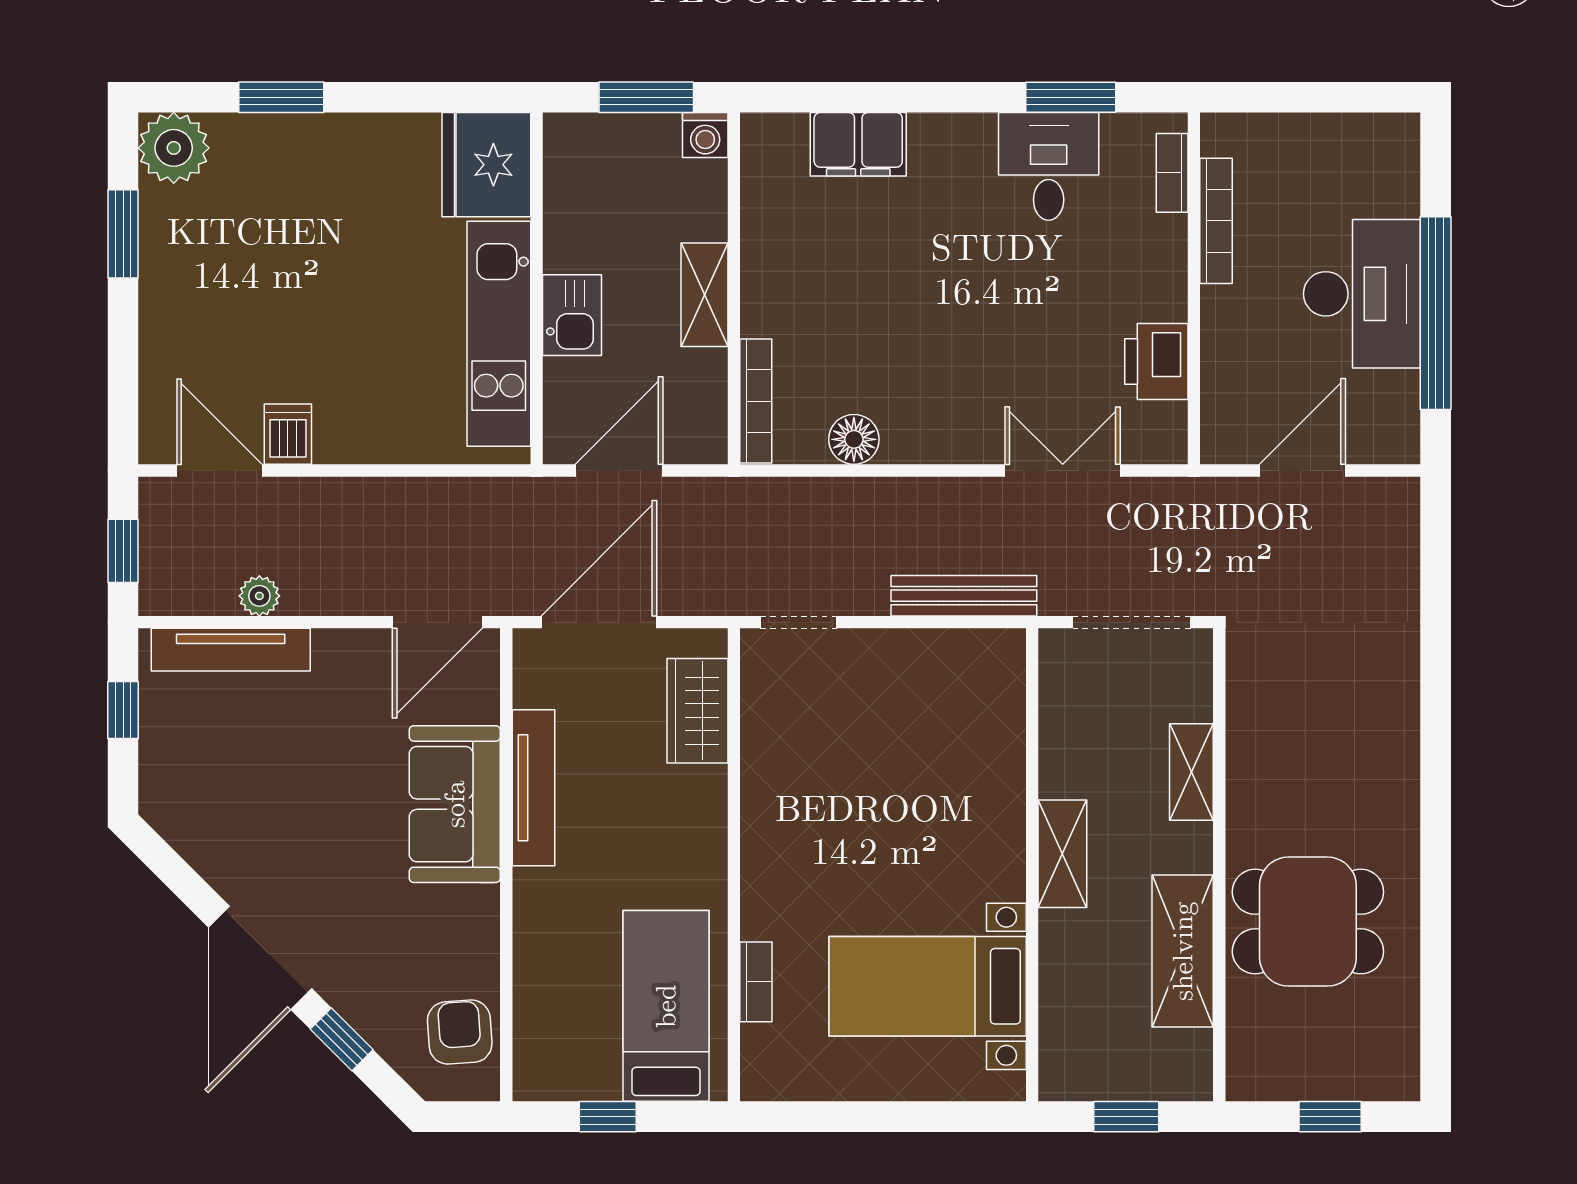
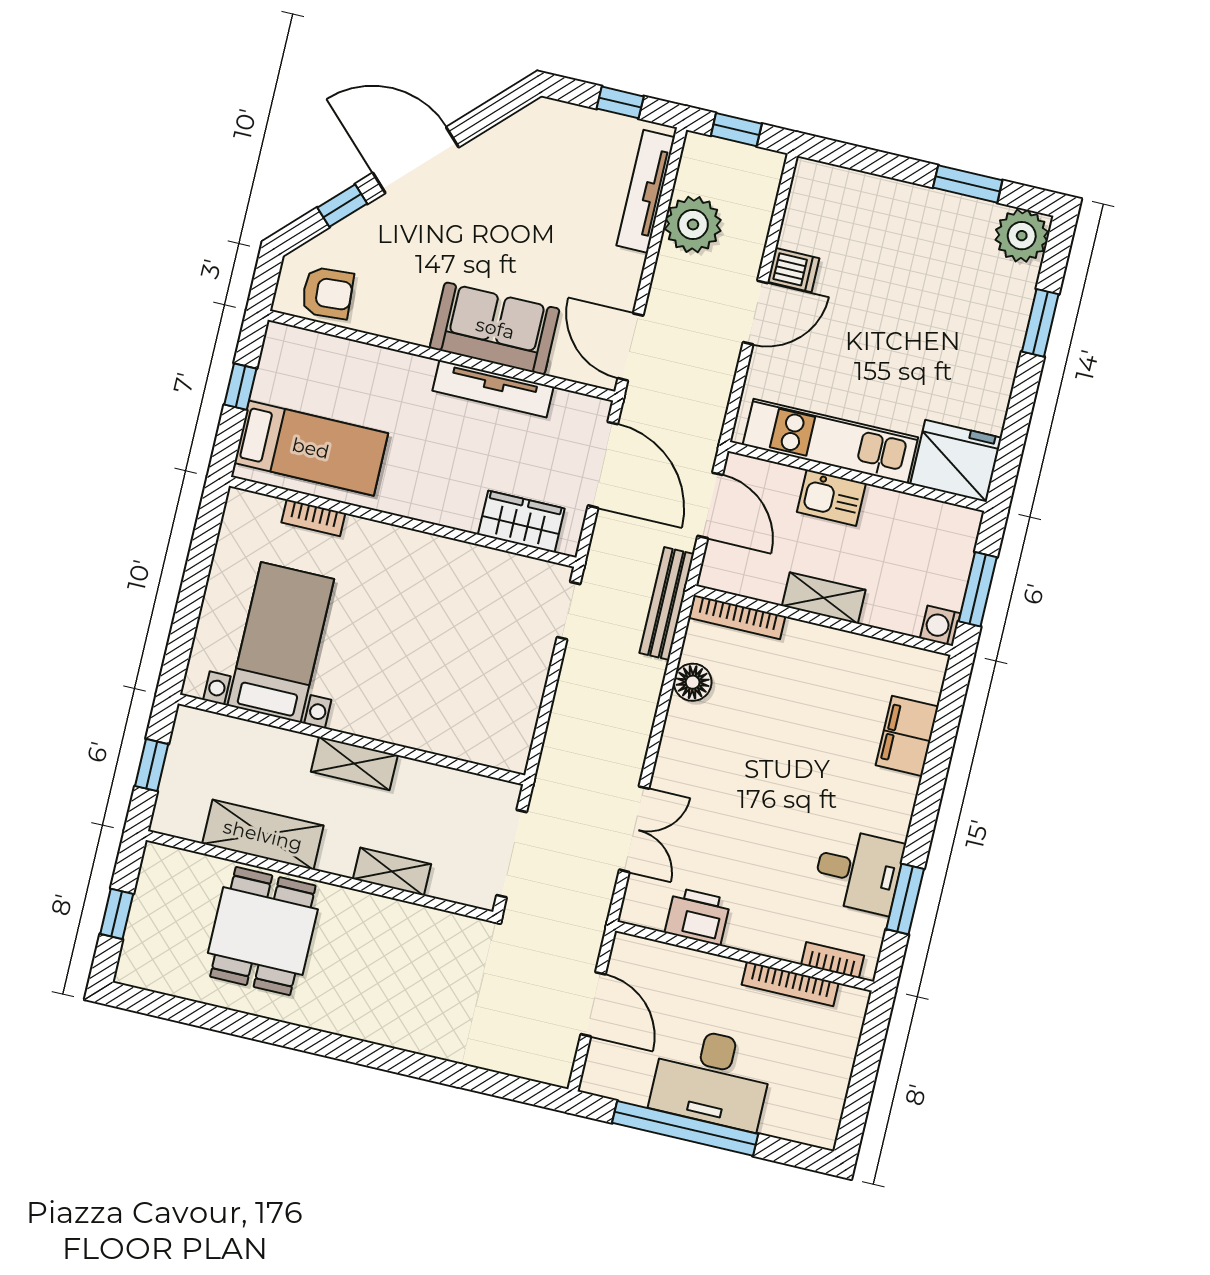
door: (219, 470) -> (755, 313), moved
plant: (259, 596) -> (693, 224), width x1.88, depth x1.88
bench: (964, 596) -> (667, 603), moved

